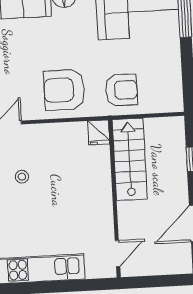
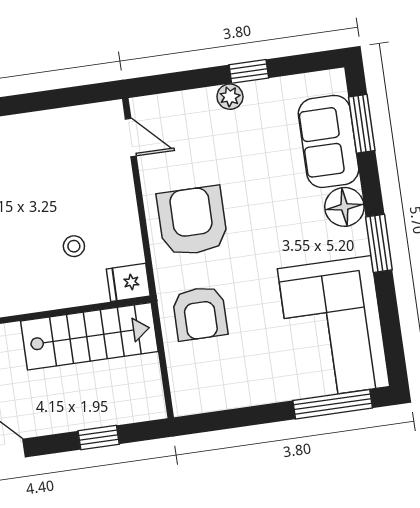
stool: (22, 177) -> (74, 246), moved

